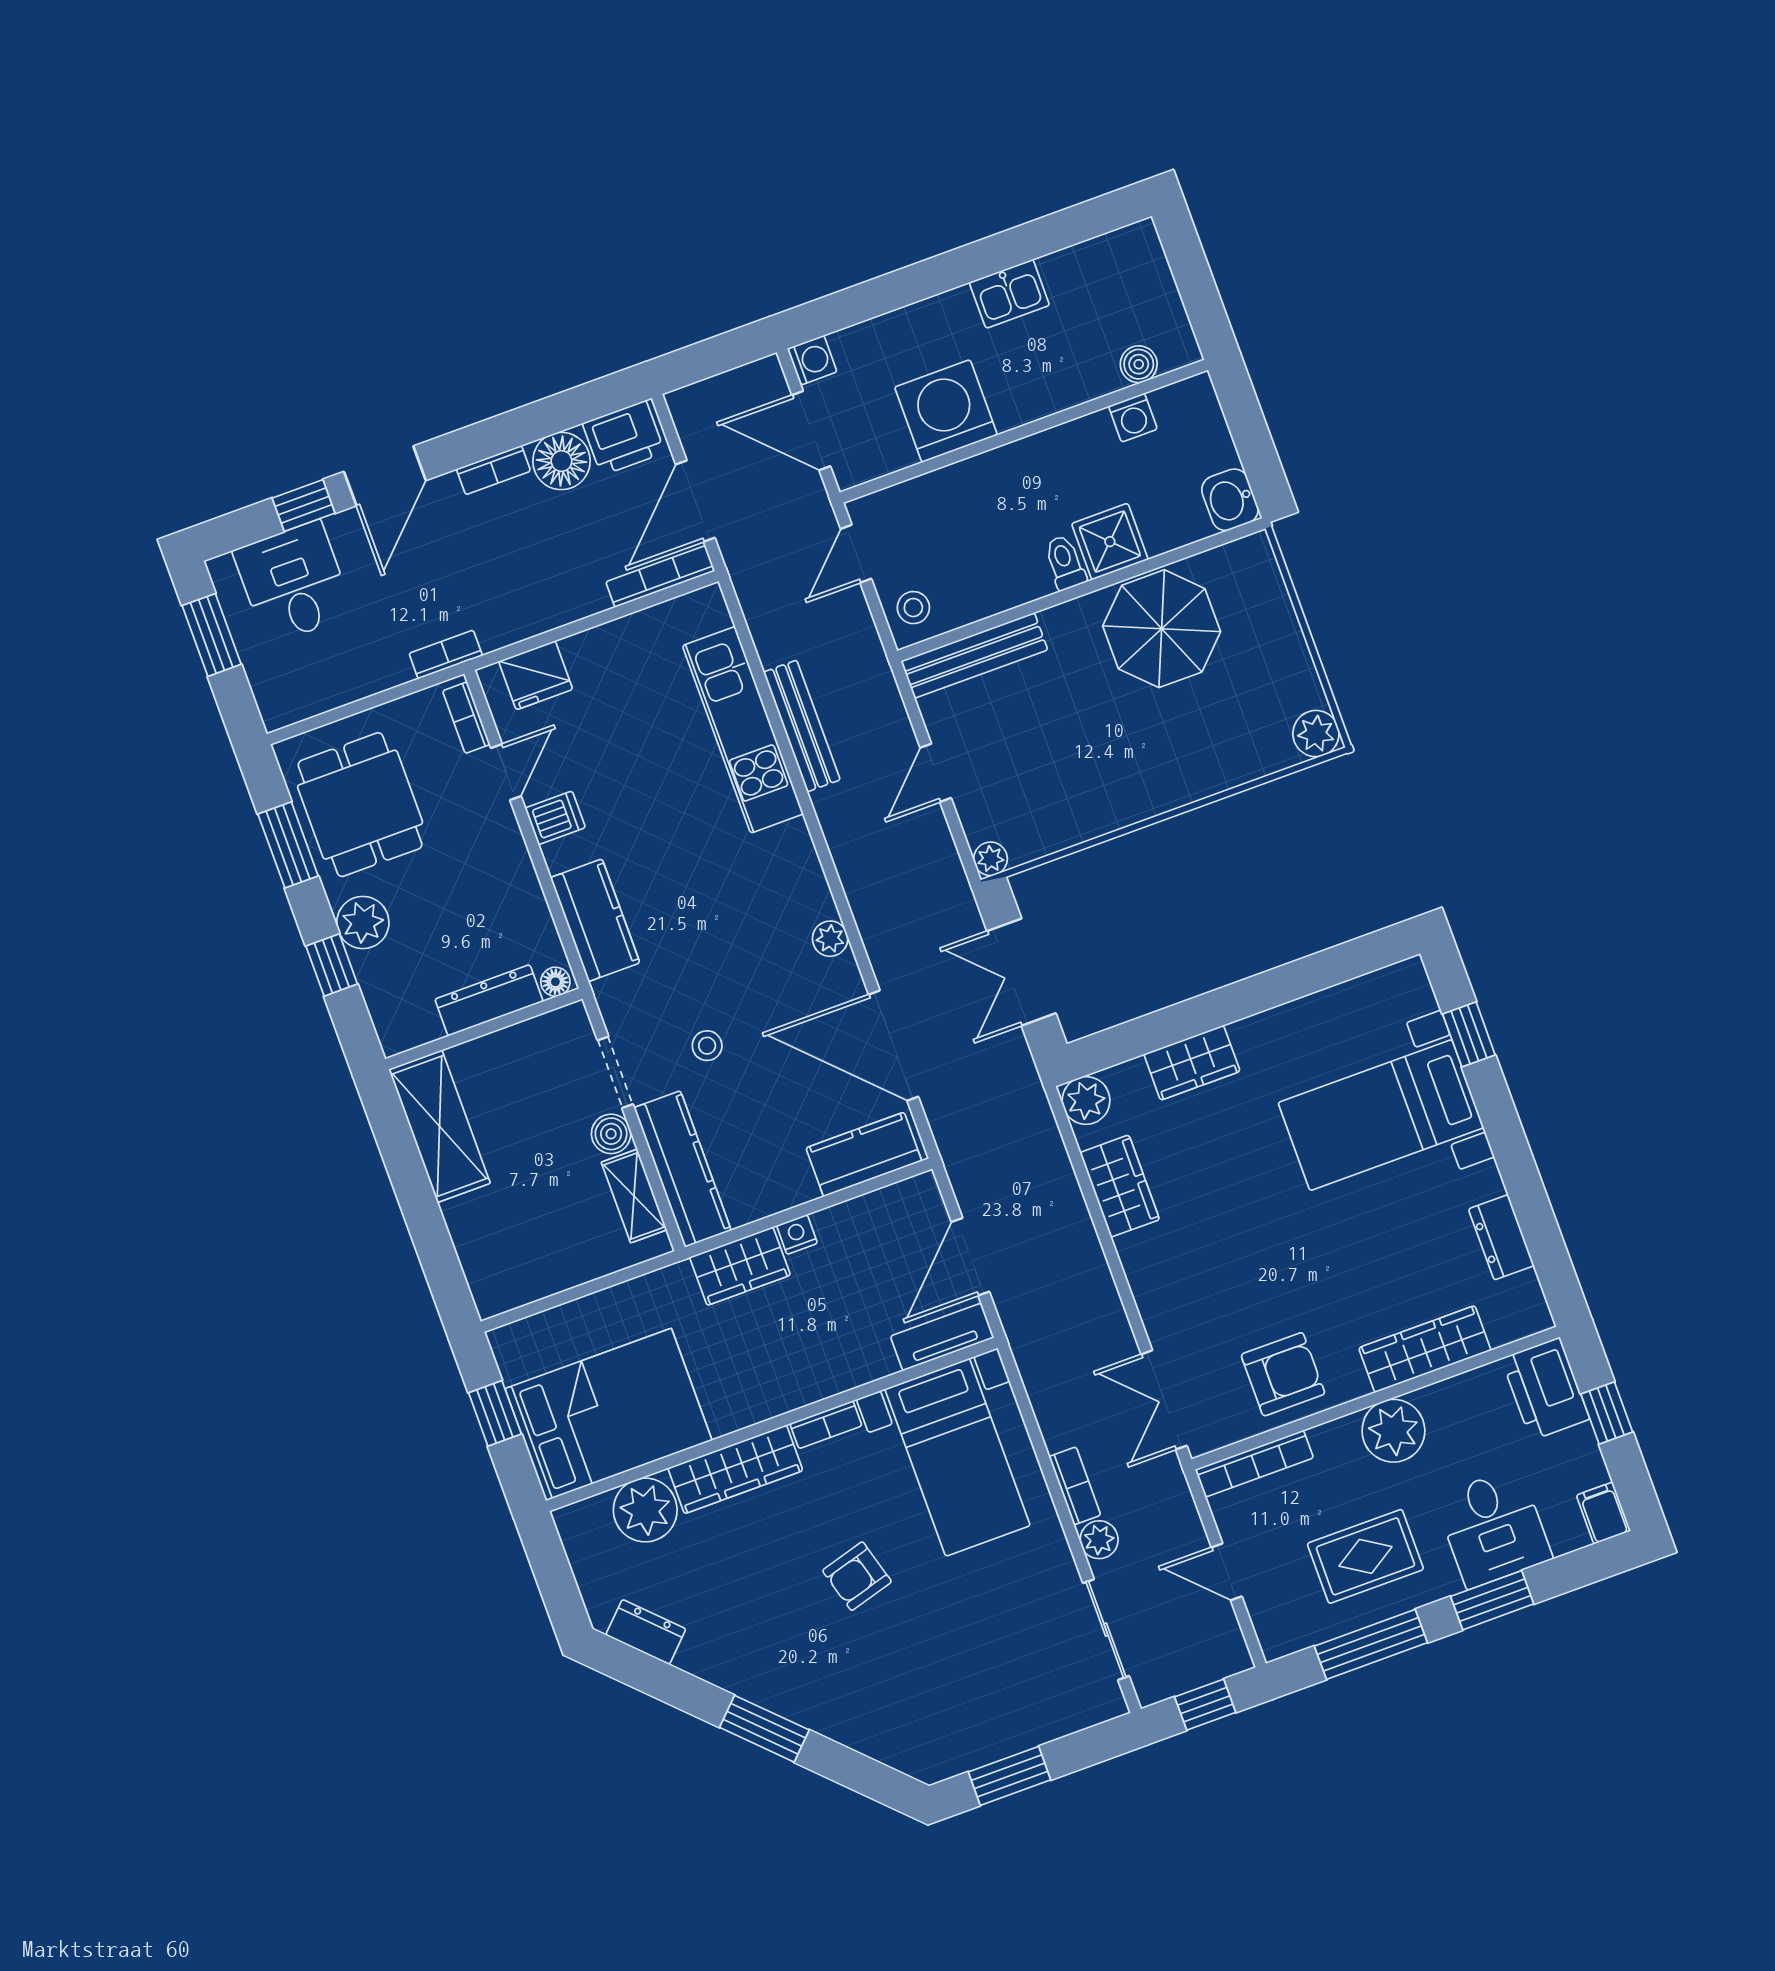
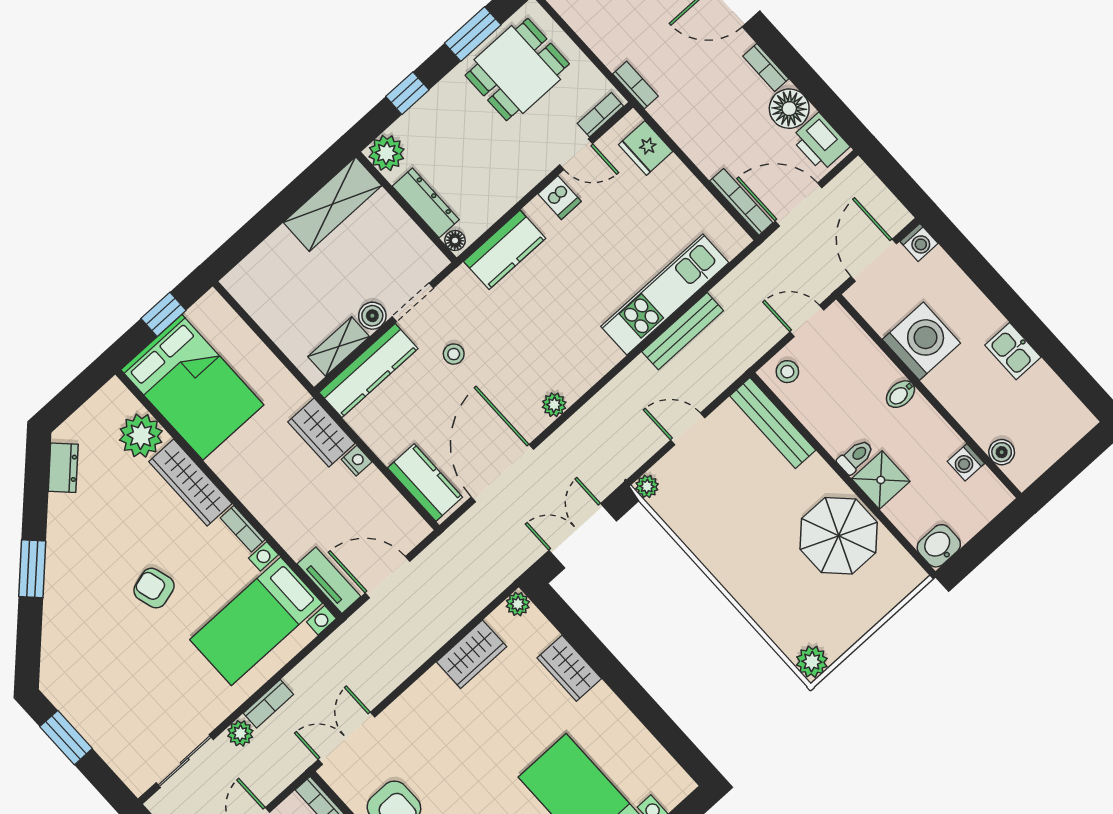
bidet: (1005, 468) -> (900, 394), added
plant: (363, 922) -> (386, 153), moved
plant: (1086, 1100) -> (518, 604), width x0.73, depth x0.73

